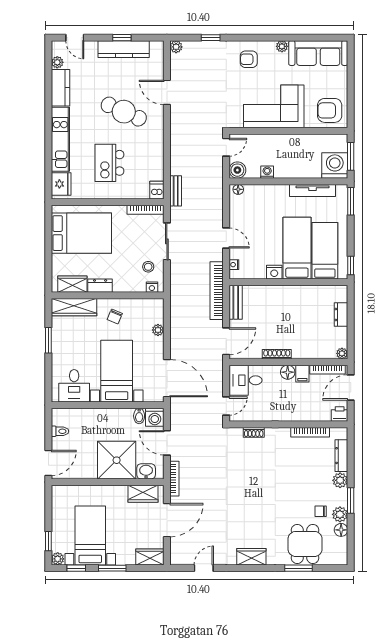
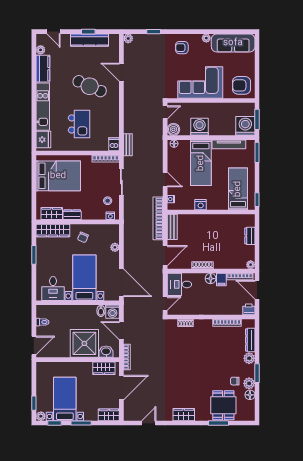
kitchen island: (109, 163) -> (79, 124), turned 180
washing machine: (267, 172) -> (199, 127), width x1.89, depth x1.89
bed: (297, 248) -> (201, 163), moved, turned 180
door: (351, 387) -> (257, 290), hinge flipped

